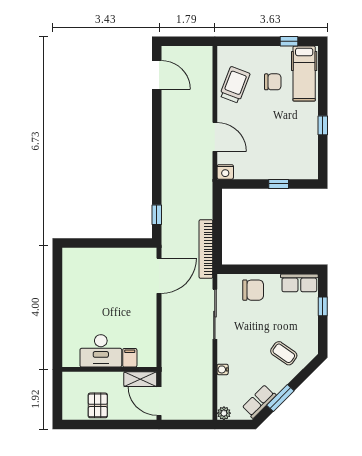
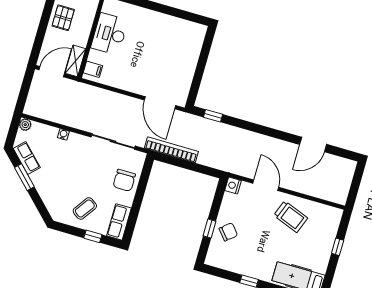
window: (289, 41) -> (338, 247), moved
door: (157, 75) -> (313, 144), moved
chair: (273, 82) -> (228, 232), moved, turned -130
trolley: (235, 85) -> (291, 217), moved
door: (215, 137) -> (266, 185), swing flipped
coffee table: (284, 353) -> (85, 208), moved
filing cabinet: (130, 358) -> (93, 69), moved
pallet: (98, 405) -> (63, 18), turned 90

